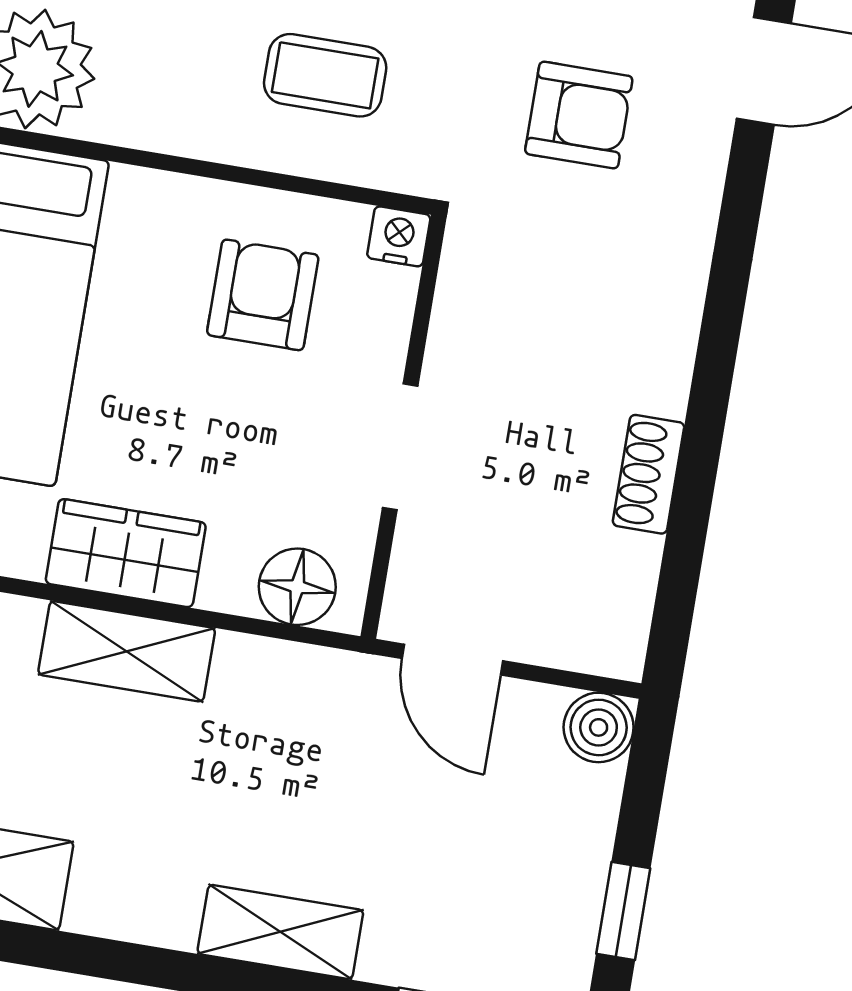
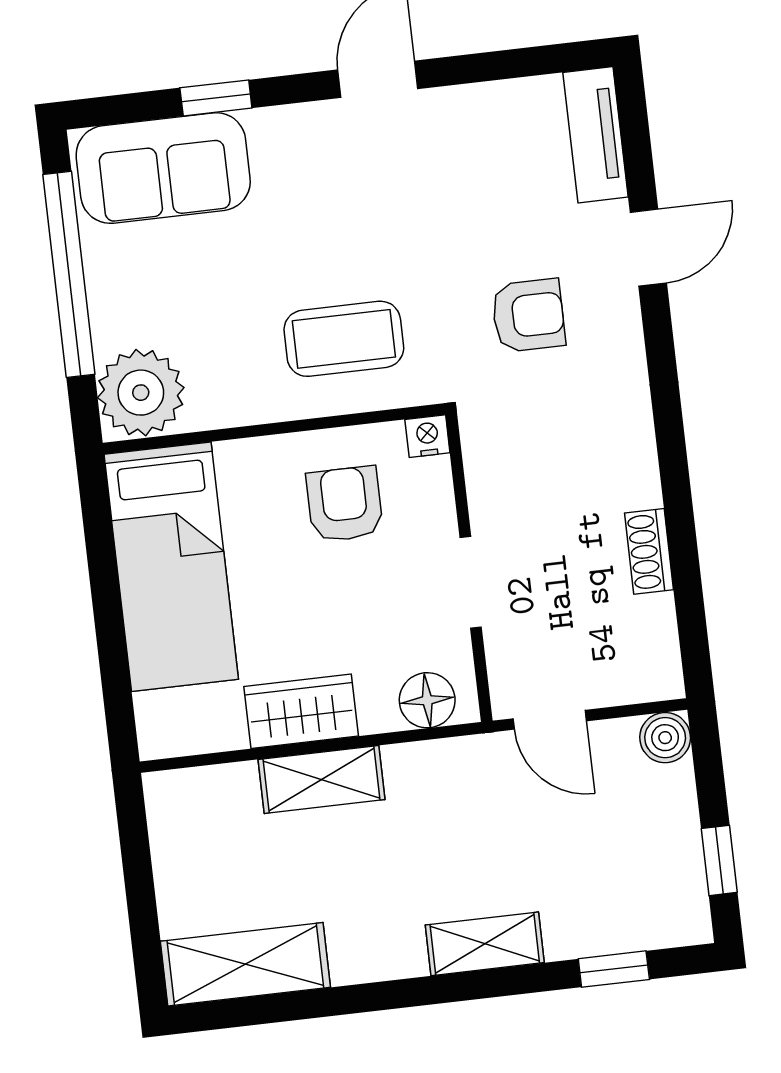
coffee table: (325, 75) -> (344, 339), width x1.36, depth x1.30

